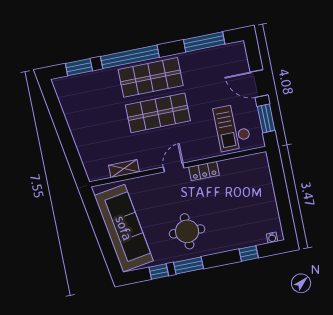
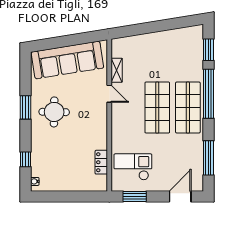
door: (259, 84) -> (180, 196), moved
door: (174, 168) -> (109, 94), moved
locker: (204, 171) -> (101, 162), moved
window: (159, 272) -> (26, 82), removed

